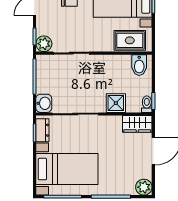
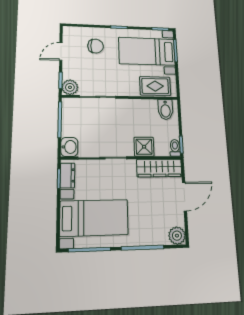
wardrobe: (137, 124) -> (159, 168), width x1.50

